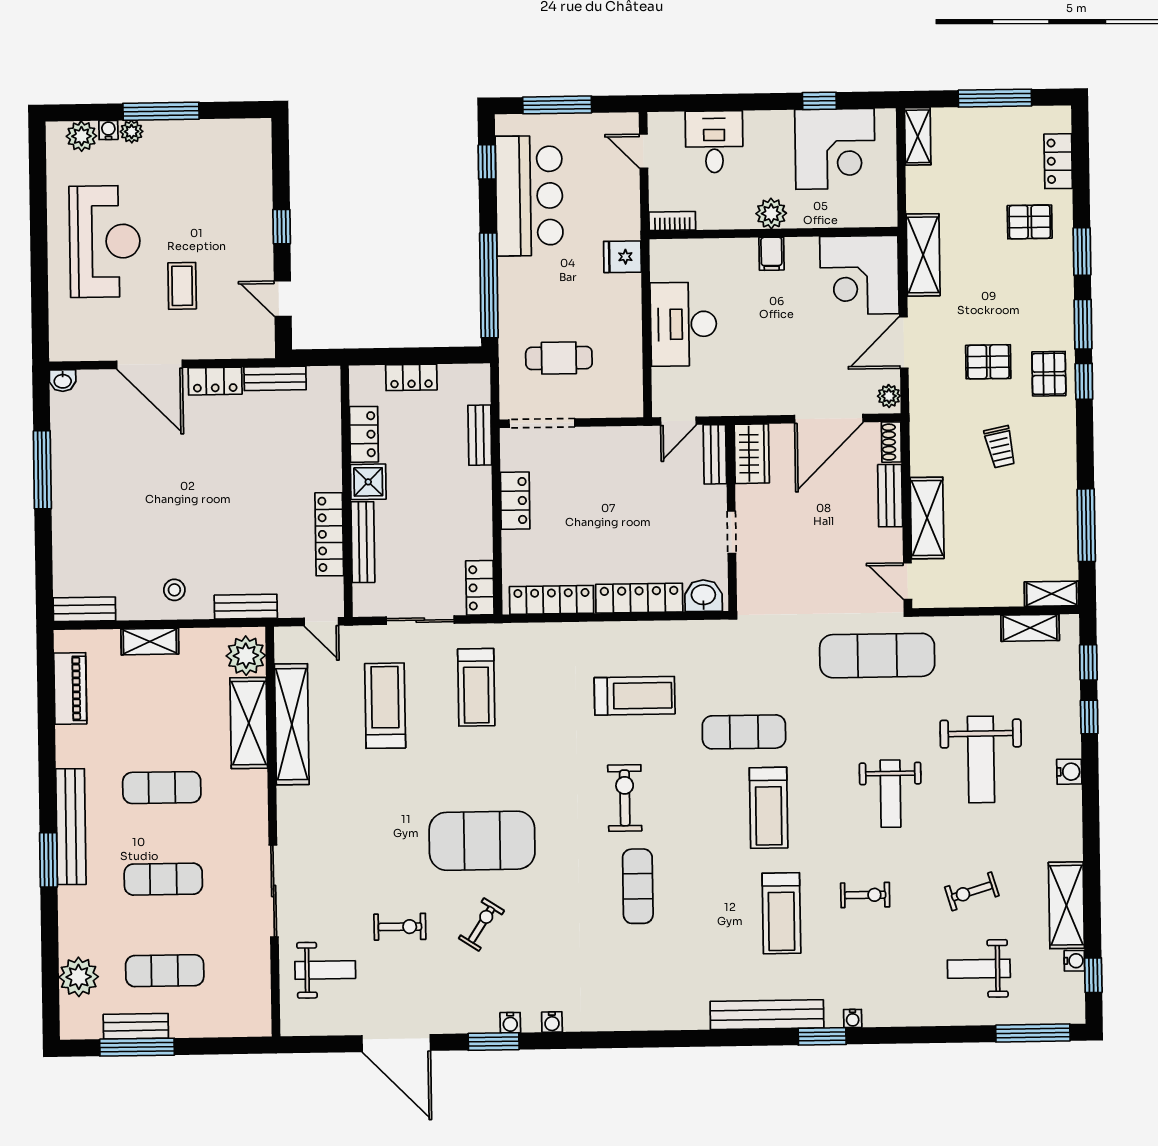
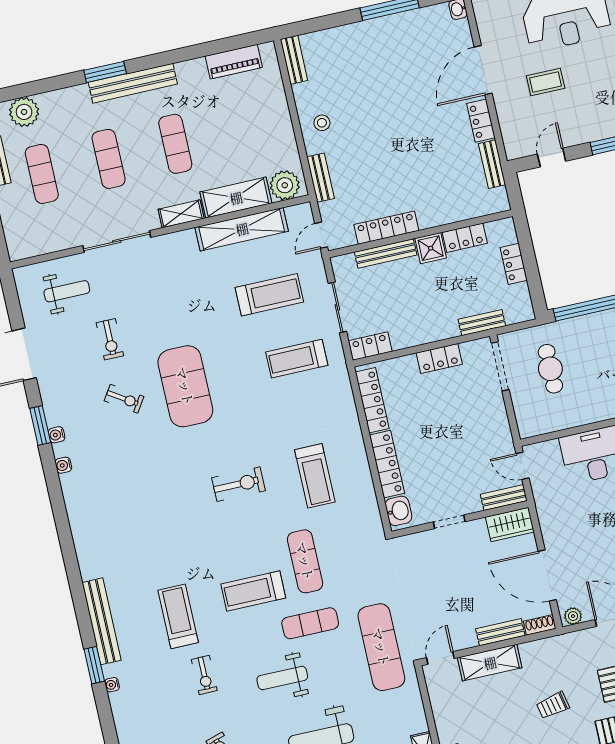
shelving: (150, 642) -> (181, 214), moved, turned 90
exercise mat: (638, 886) -> (310, 623), moved
treadmill: (781, 913) -> (178, 616), turned 90
weight bench: (325, 970) -> (67, 291), turned -90

